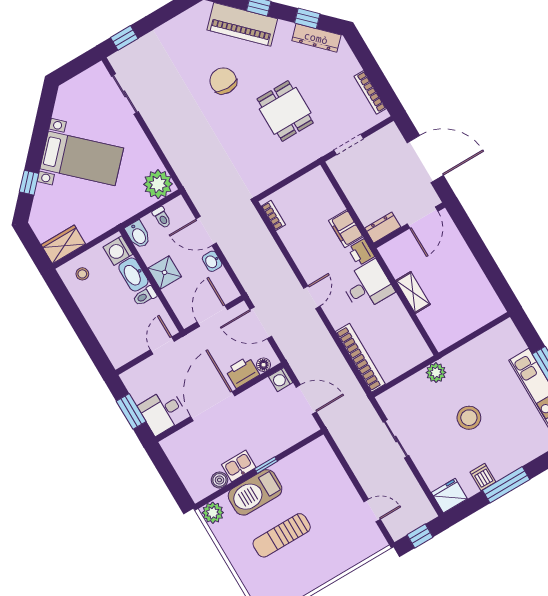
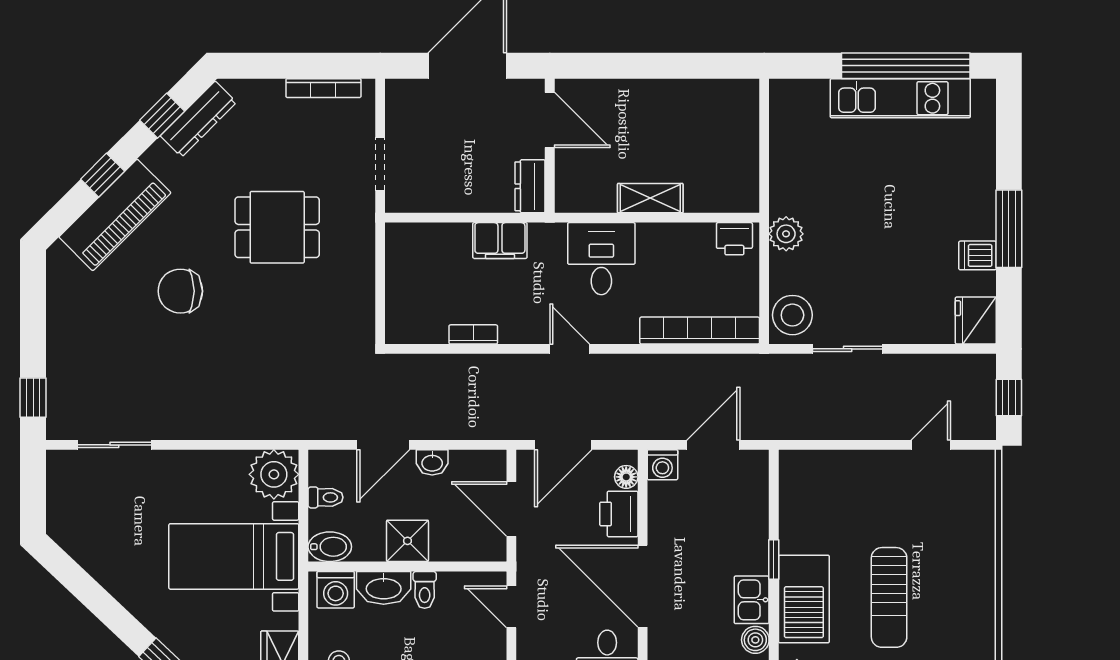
bed with nightstands: (82, 158) -> (234, 556), moved, turned -133
bookcase: (273, 216) -> (473, 334), moved
printer: (361, 252) -> (734, 239), moved
stool: (469, 418) -> (792, 315), moved

